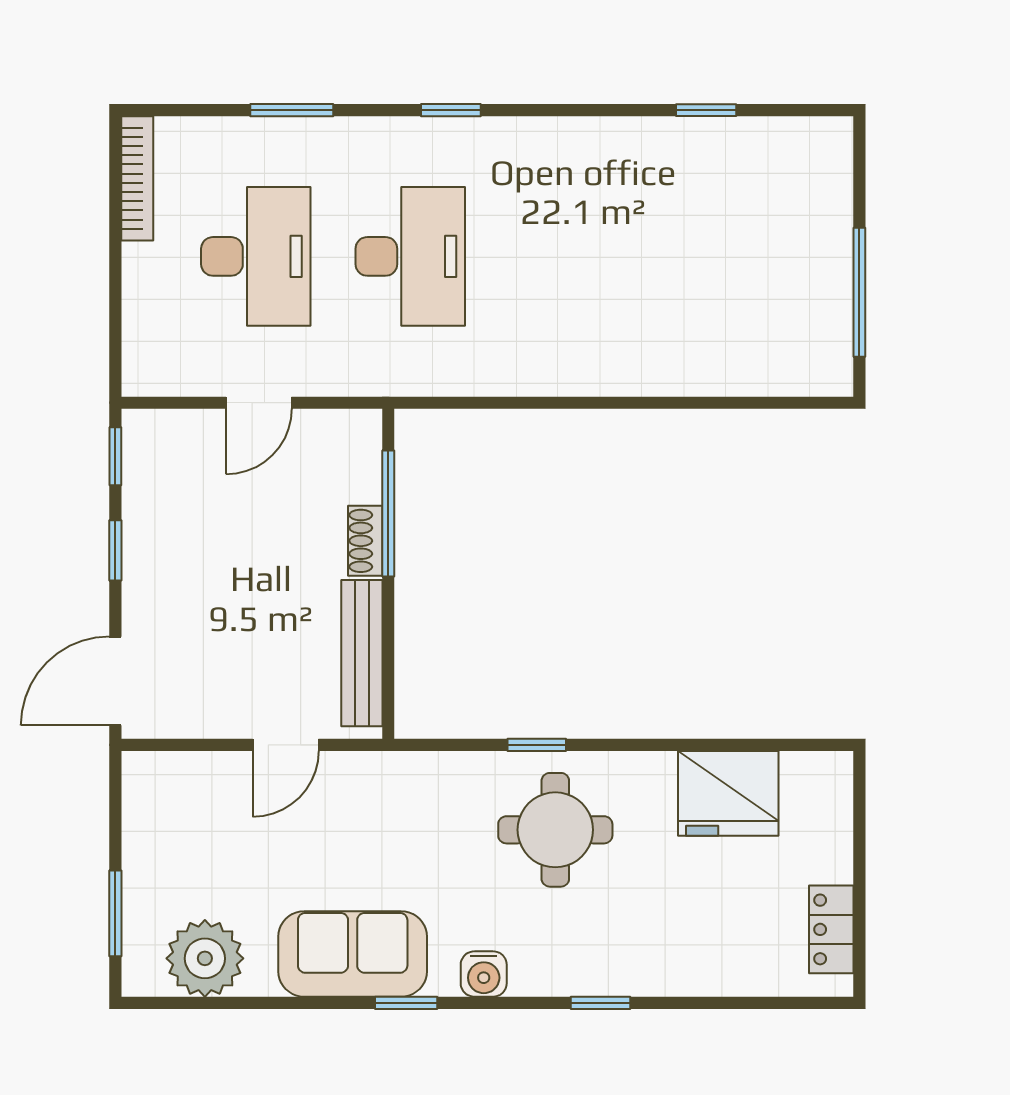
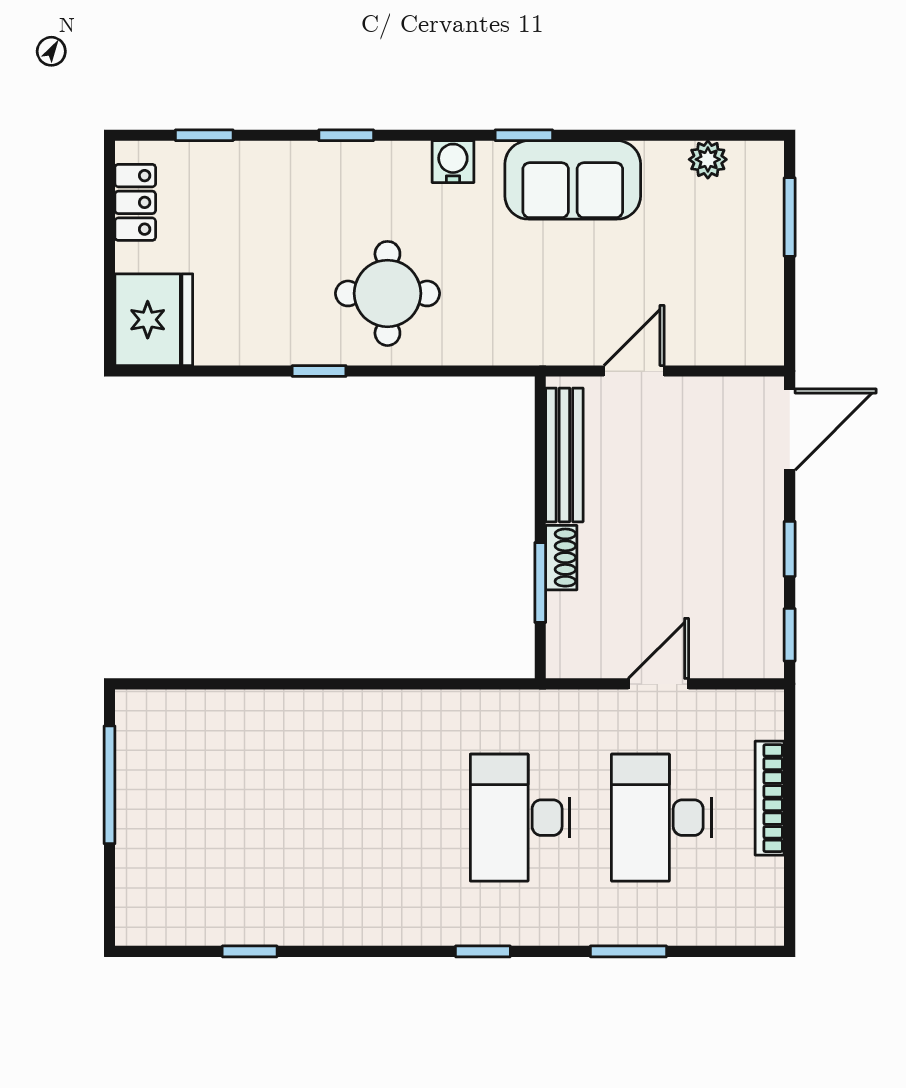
bookcase: (137, 178) -> (770, 798), moved
window: (388, 514) -> (540, 583), width x0.69
window: (537, 745) -> (319, 371), moved
fridge: (728, 793) -> (154, 320), moved, turned 90
plant: (205, 958) -> (708, 159), width x0.53, depth x0.53
window: (756, 1003) -> (204, 135), added

